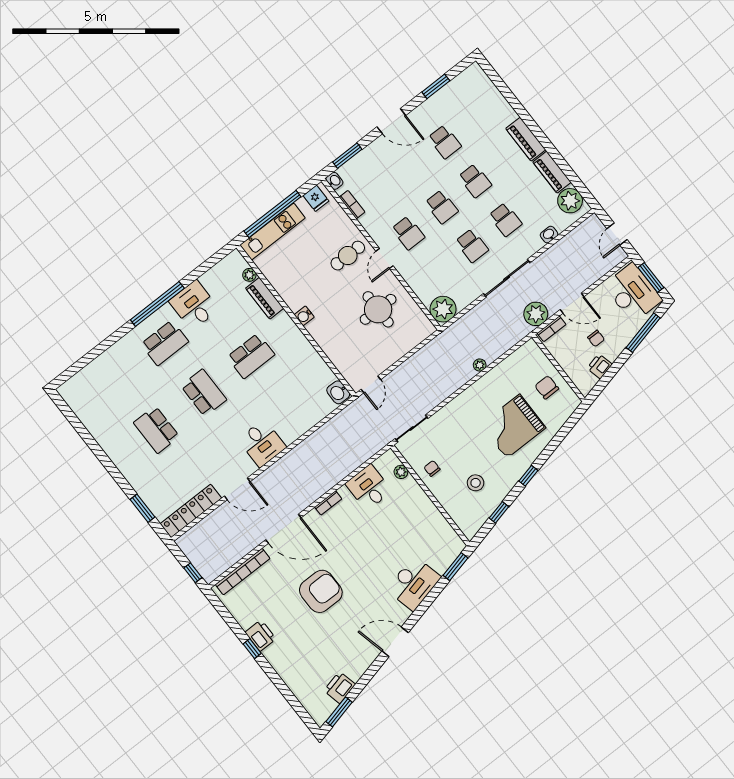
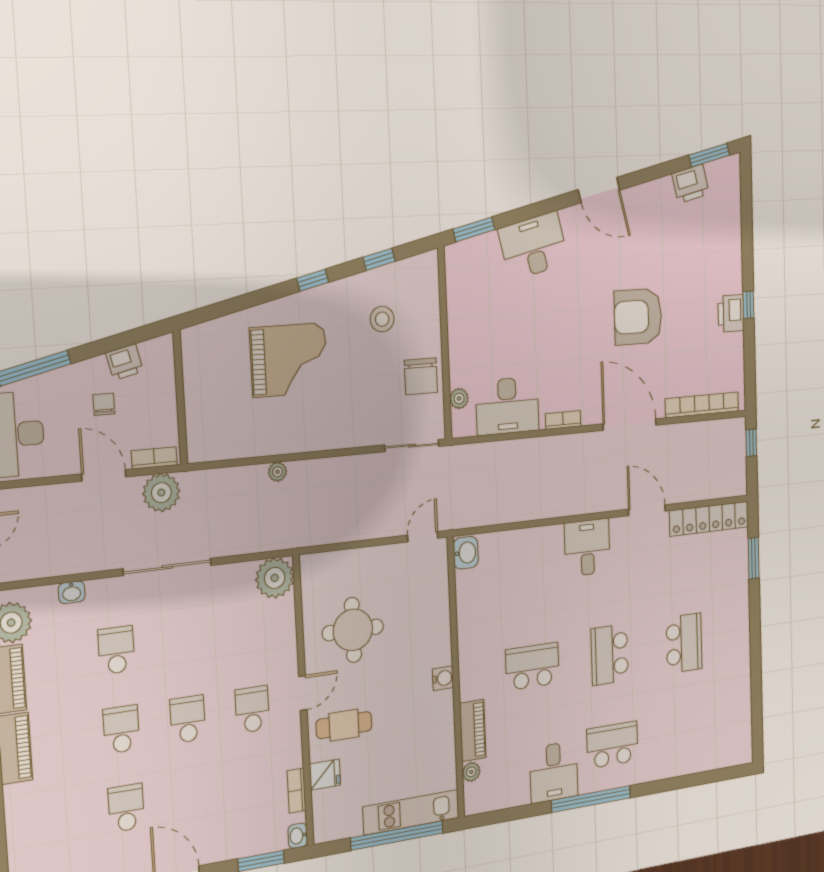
fridge: (316, 198) -> (325, 775), moved, turned 90
school desk: (472, 246) -> (183, 641), removed
chair: (547, 387) -> (213, 382), removed
chair: (432, 468) -> (421, 376), width x1.87, depth x1.87
desk: (369, 487) -> (507, 406), width x1.37

